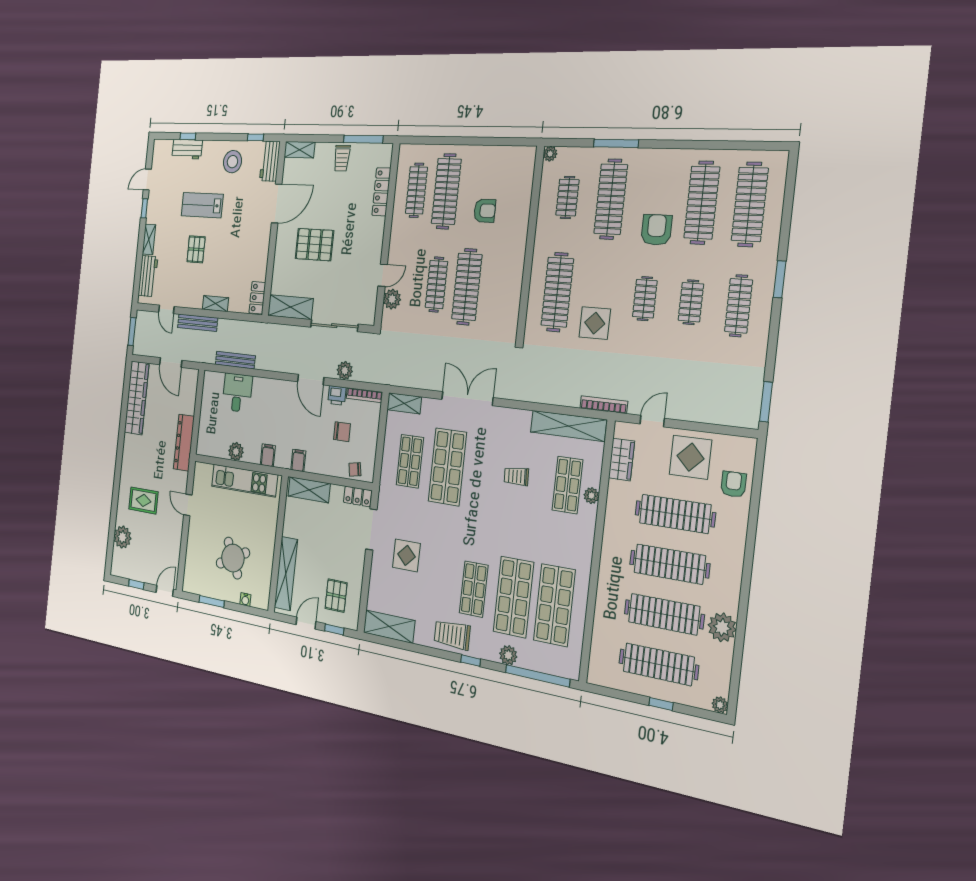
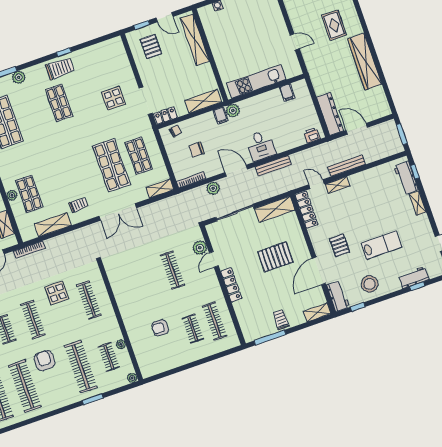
window: (616, 143) -> (93, 399), width x0.69
clothes rail: (446, 191) -> (193, 329), width x0.54, depth x0.76
locker: (381, 192) -> (231, 285), moved
window: (144, 208) -> (415, 172), moved
plant: (544, 209) -> (121, 344), added
armchair: (656, 230) -> (44, 361), turned 180
pallet: (196, 249) -> (340, 245), moved
clothes rail: (467, 287) -> (150, 278), removed
clothes rail: (557, 292) -> (89, 300), width x0.73, depth x0.76
locker: (257, 298) -> (307, 210), width x1.53
clothes rail: (645, 299) -> (33, 320), width x1.36
door: (166, 309) -> (316, 184), moved
bench: (235, 360) -> (273, 166), moved
desk: (237, 393) -> (261, 146), moved
printer: (337, 395) -> (312, 135), moved
wardrobe: (137, 398) -> (365, 62), moved
shelving: (568, 426) -> (53, 225), width x0.68
dresser: (184, 443) -> (330, 114), moved
plant: (236, 451) -> (233, 110), moved
filing cabinet: (268, 455) -> (287, 92), moved
trolley: (516, 476) -> (79, 205), moved
rug: (143, 500) -> (334, 25), turned 90
round table: (233, 558) -> (241, 27), removed
shop shelf: (513, 597) -> (32, 112), removed
door: (306, 623) -> (164, 17), hinge flipped
shelving: (389, 627) -> (104, 49), removed
window: (471, 661) -> (64, 52), moved

